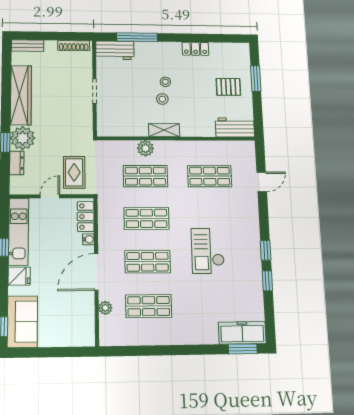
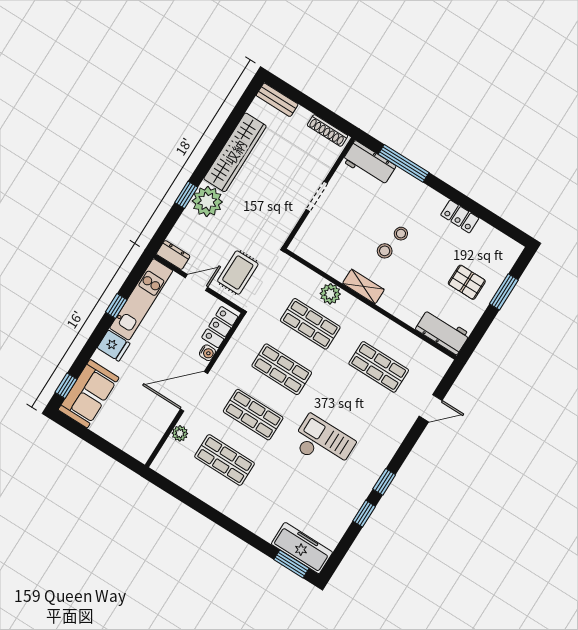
dresser: (17, 163) -> (173, 255), moved, turned -90
checkout: (208, 251) -> (323, 443), turned 90

